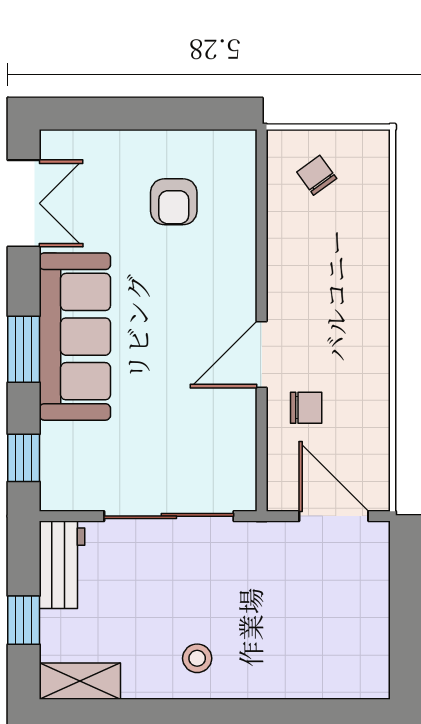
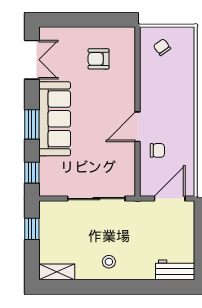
armchair: (174, 202) -> (98, 59), turned 90
door: (334, 516) -> (170, 199), hinge flipped
workbench: (62, 565) -> (175, 270), moved, turned -90
window: (24, 620) -> (32, 229), moved

